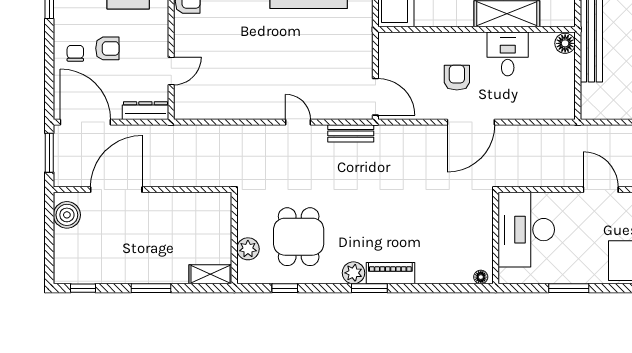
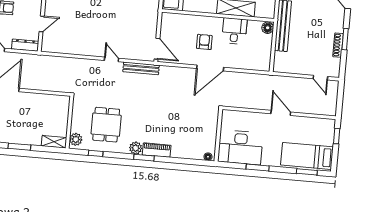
bench: (351, 133) -> (141, 68), width x1.36
desk: (526, 230) -> (240, 147), moved, turned -90
plant: (248, 249) -> (76, 139), moved

